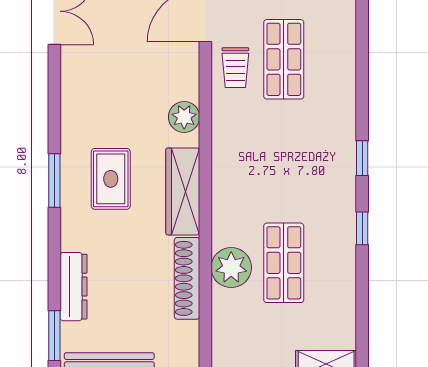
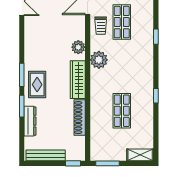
window: (362, 158) -> (156, 37), moved
rug: (111, 179) -> (37, 85), moved
plant: (231, 268) -> (99, 60), moved
window: (54, 336) -> (22, 106), moved

